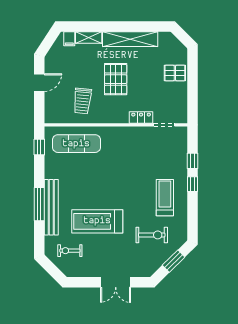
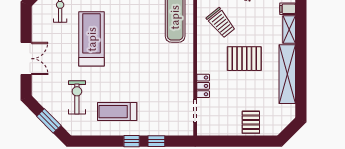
trolley: (82, 101) -> (221, 23), turned -135
treadmill: (165, 198) -> (117, 112), turned 180
exercise bike: (152, 235) -> (77, 97), turned 180
double door: (116, 282) -> (26, 59), swing flipped

